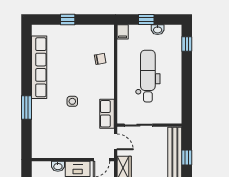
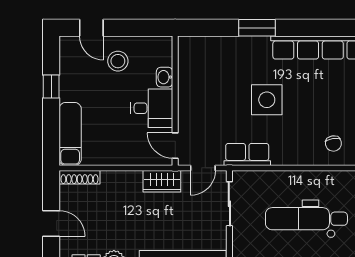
dental chair: (148, 76) -> (306, 219), turned 180
side table: (72, 101) -> (267, 100), width x1.87, depth x1.87

